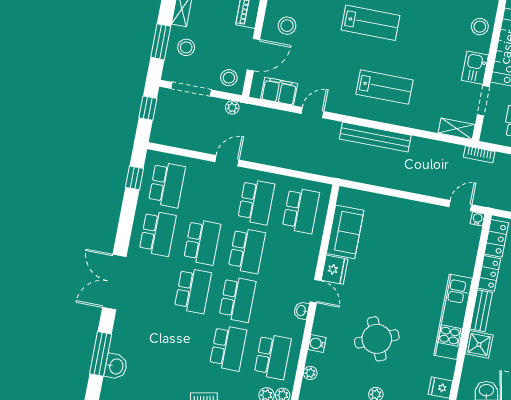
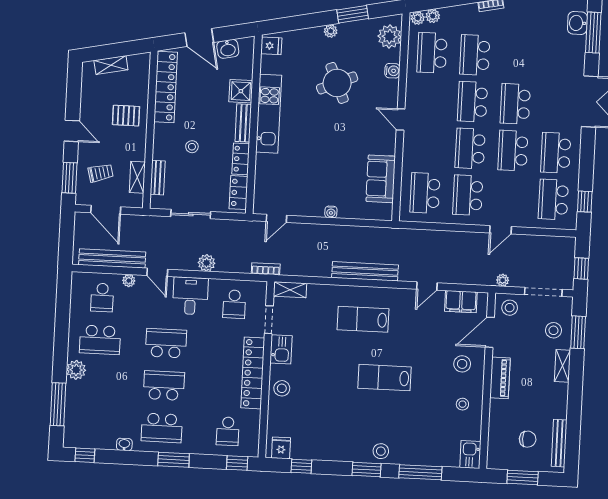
water cooler: (477, 219) -> (331, 212), moved
fridge: (335, 270) -> (386, 142), removed
washbasin: (301, 311) -> (411, 99), removed
plant: (310, 373) -> (390, 37), width x1.87, depth x1.87

